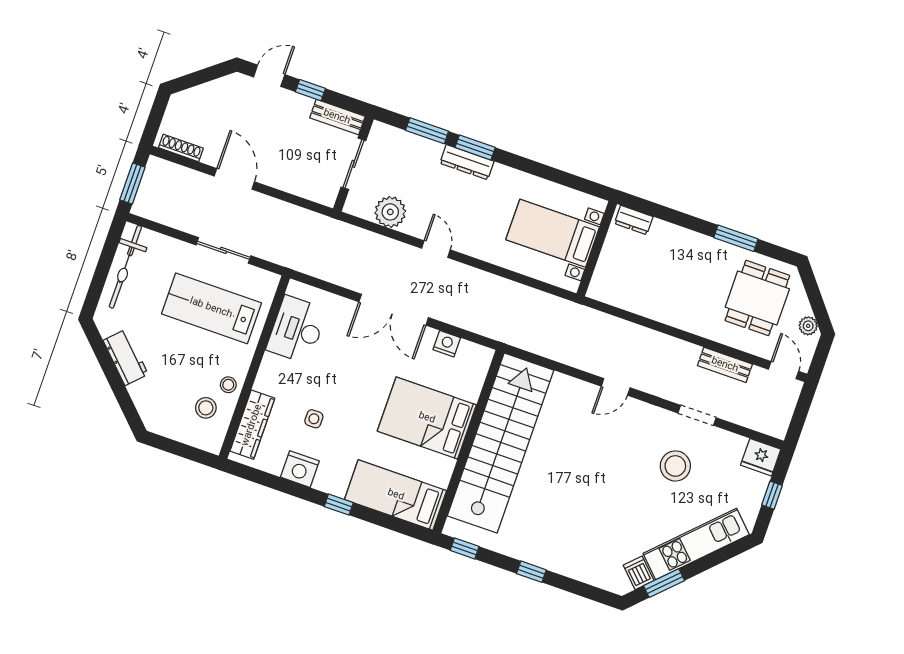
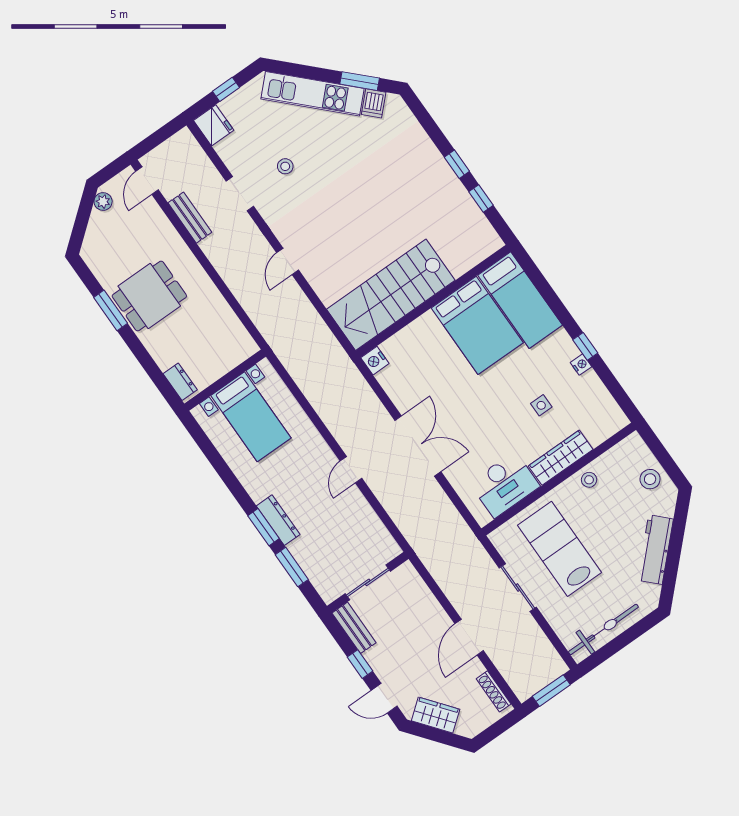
wardrobe: (216, 93) -> (436, 715), added
plant: (390, 212) -> (366, 524), removed
dining table: (757, 298) -> (149, 296), moved
lab bench: (211, 308) -> (559, 549), turned 180
nightstand: (447, 344) -> (375, 361), moved
workbench: (126, 357) -> (655, 550), width x1.38
door: (616, 387) -> (288, 261), swing flipped
stool: (206, 408) -> (650, 479), moved
bed: (427, 418) -> (477, 325), moved
wardrobe: (252, 425) -> (561, 458), moved
stairs: (501, 443) -> (391, 295), width x0.73
stool: (675, 466) -> (285, 166), width x0.53, depth x0.53
nightstand: (300, 469) -> (581, 365), width x0.53, depth x0.56
window: (339, 505) -> (585, 346), moved
window: (465, 548) -> (481, 199), moved

